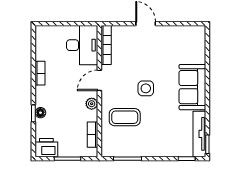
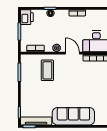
sofa: (192, 87) -> (73, 116), width x1.36
side table: (146, 88) -> (67, 85), removed

